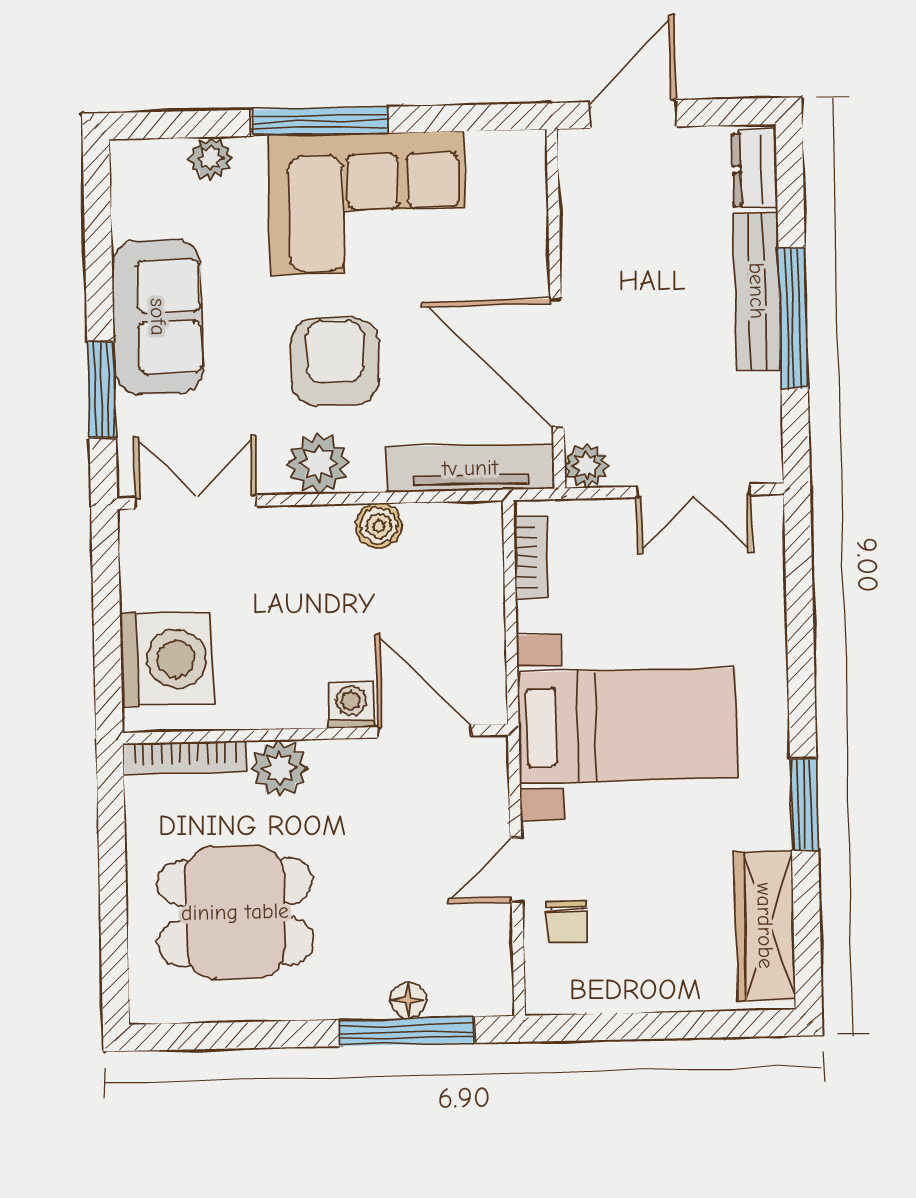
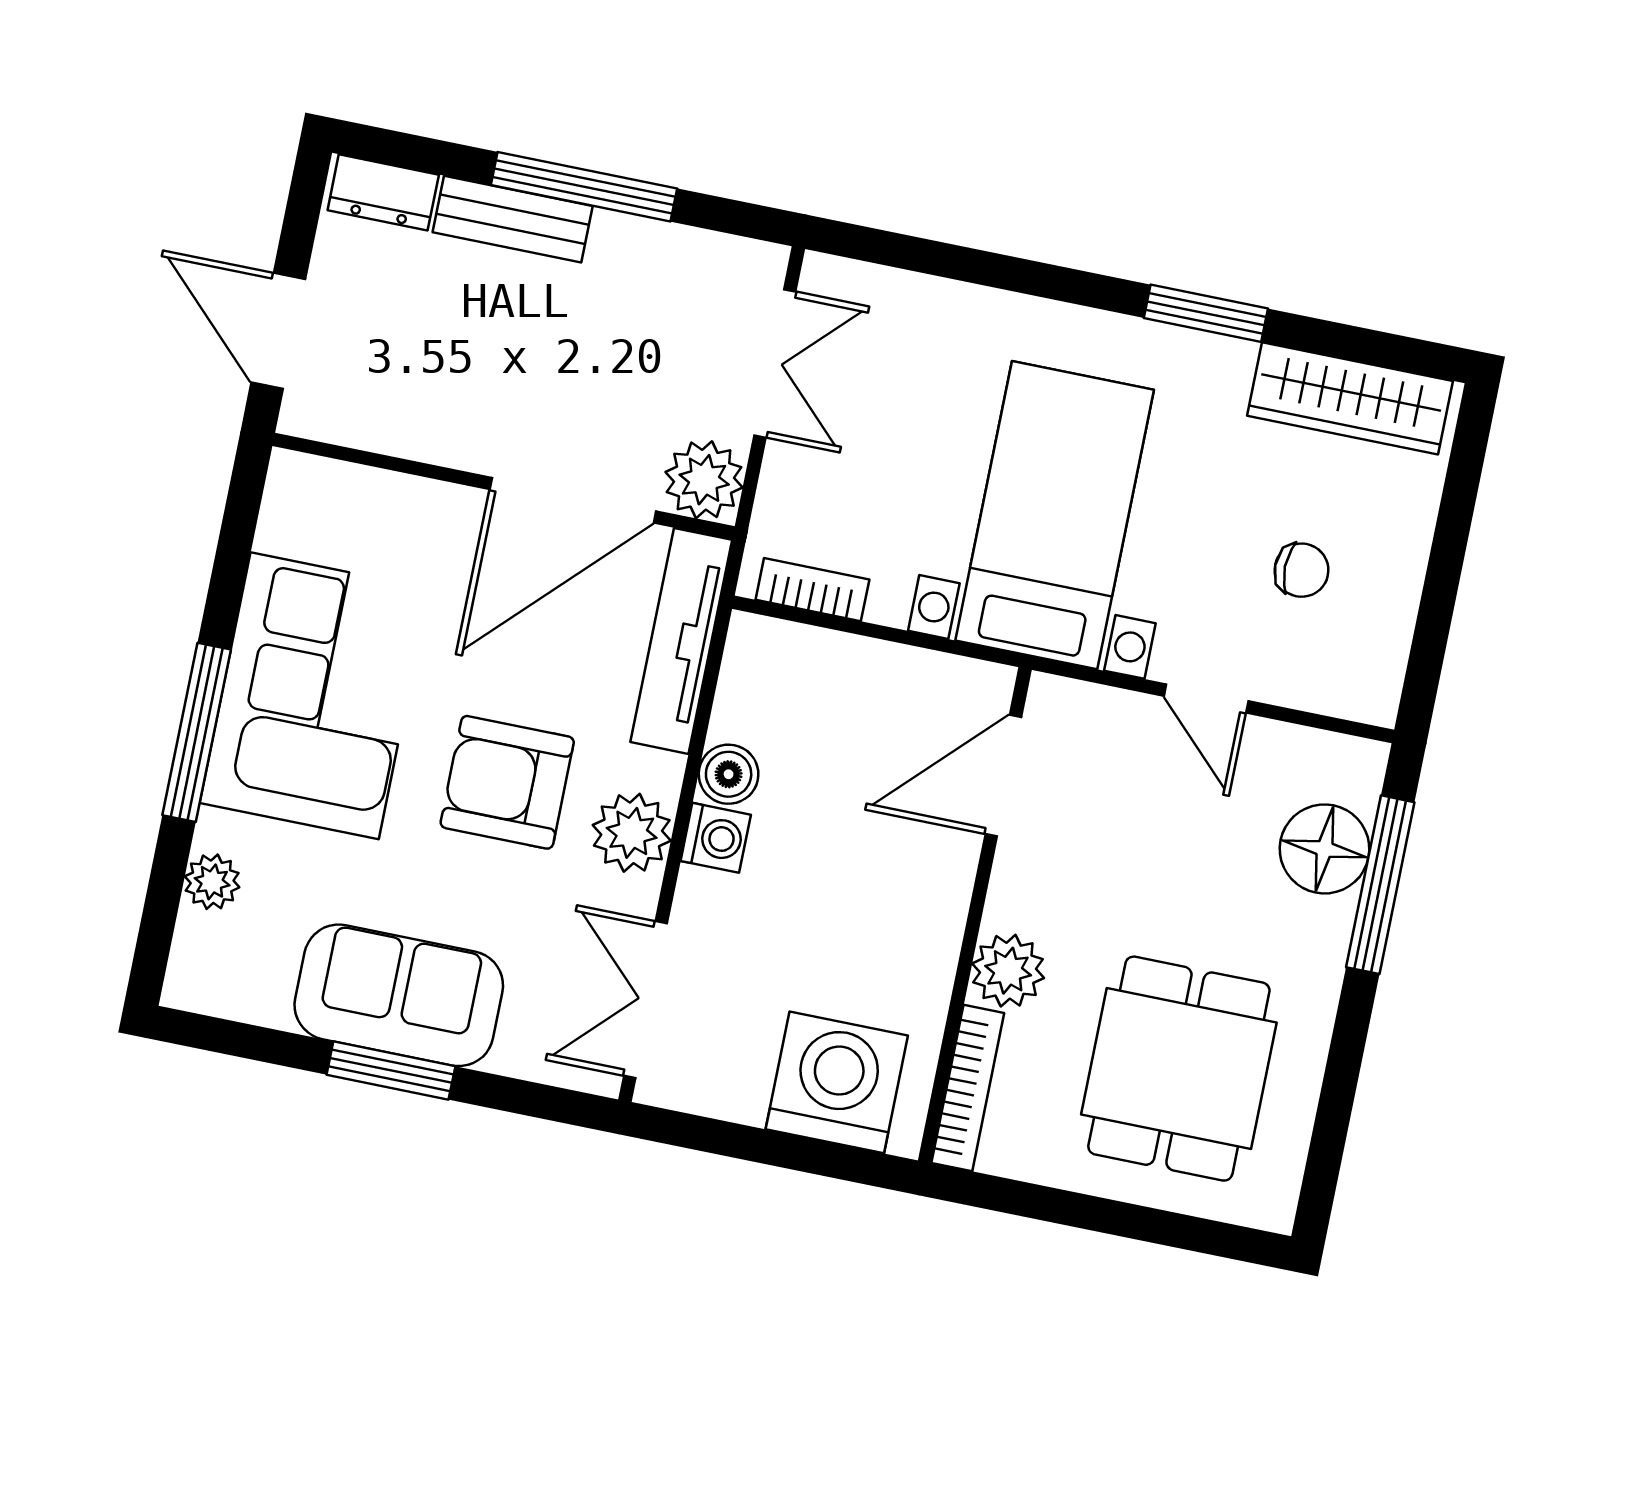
bench: (757, 291) -> (513, 219), width x0.73
window: (102, 390) -> (391, 1071), moved
plant: (587, 466) -> (704, 480), width x1.38, depth x1.38
washing machine: (351, 705) -> (716, 838), moved, turned 180
chair: (567, 921) -> (1301, 570), moved
floor lamp: (408, 1000) -> (1325, 849), width x1.89, depth x1.89

